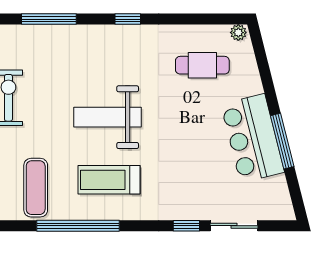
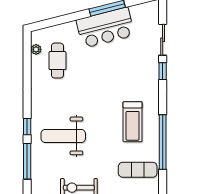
window: (128, 19) -> (27, 127), moved
plant: (238, 33) -> (36, 49), moved
weight bench: (107, 117) -> (63, 136), moved, turned 90

